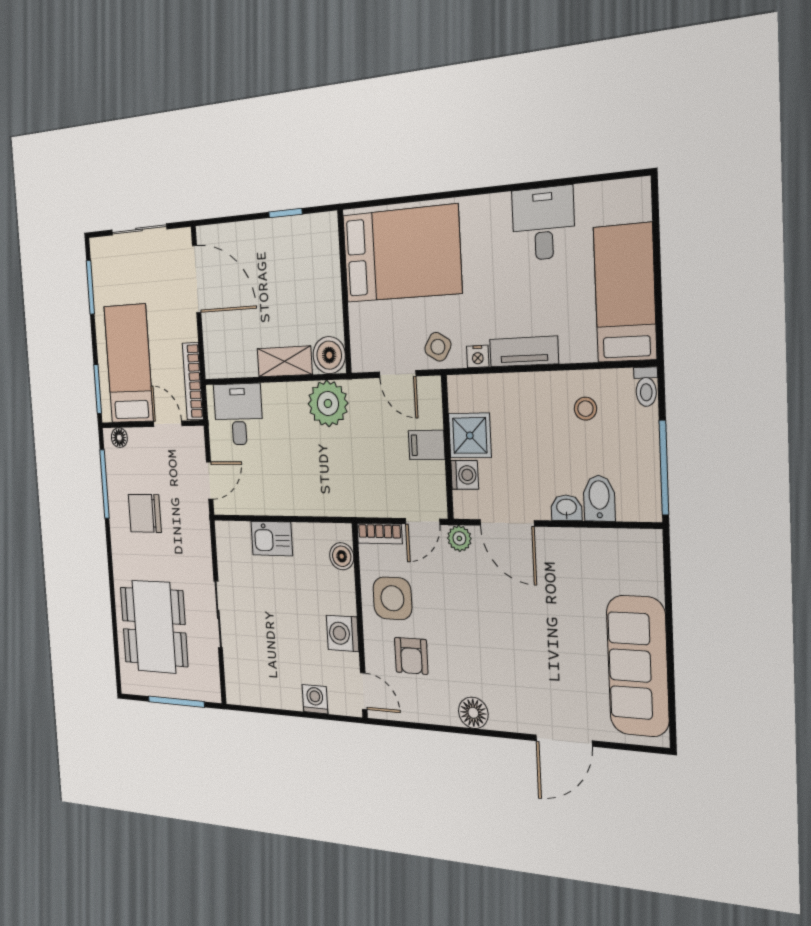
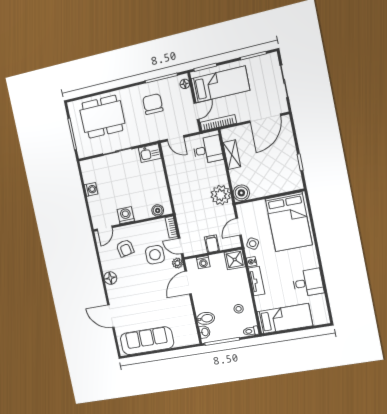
shelving: (285, 361) -> (232, 155), moved
shower: (470, 436) -> (235, 260), moved
washbasin: (566, 508) -> (205, 332), moved
kitchen sink: (272, 539) -> (150, 153), moved, turned -90
side table: (392, 598) -> (155, 255), moved
armchair: (411, 656) -> (125, 248), turned -101
washing machine: (315, 699) -> (91, 189), moved

